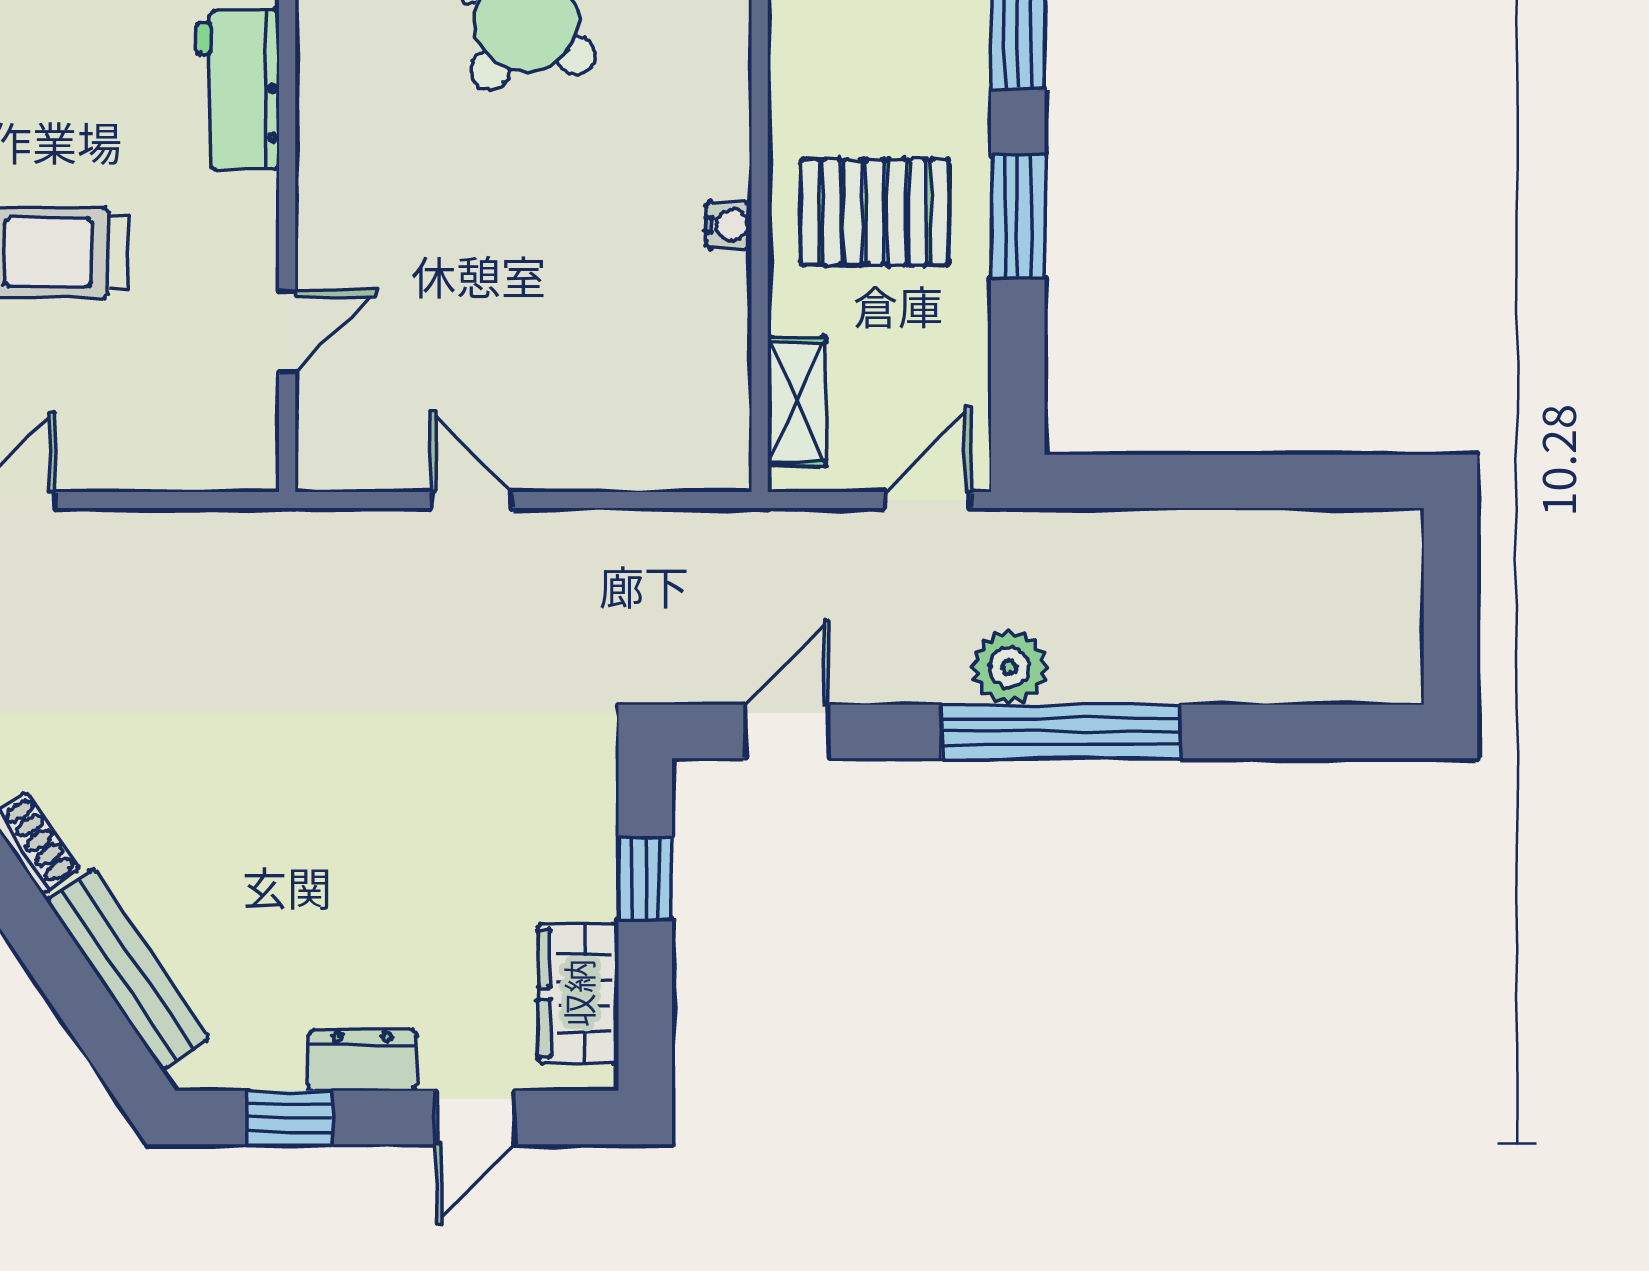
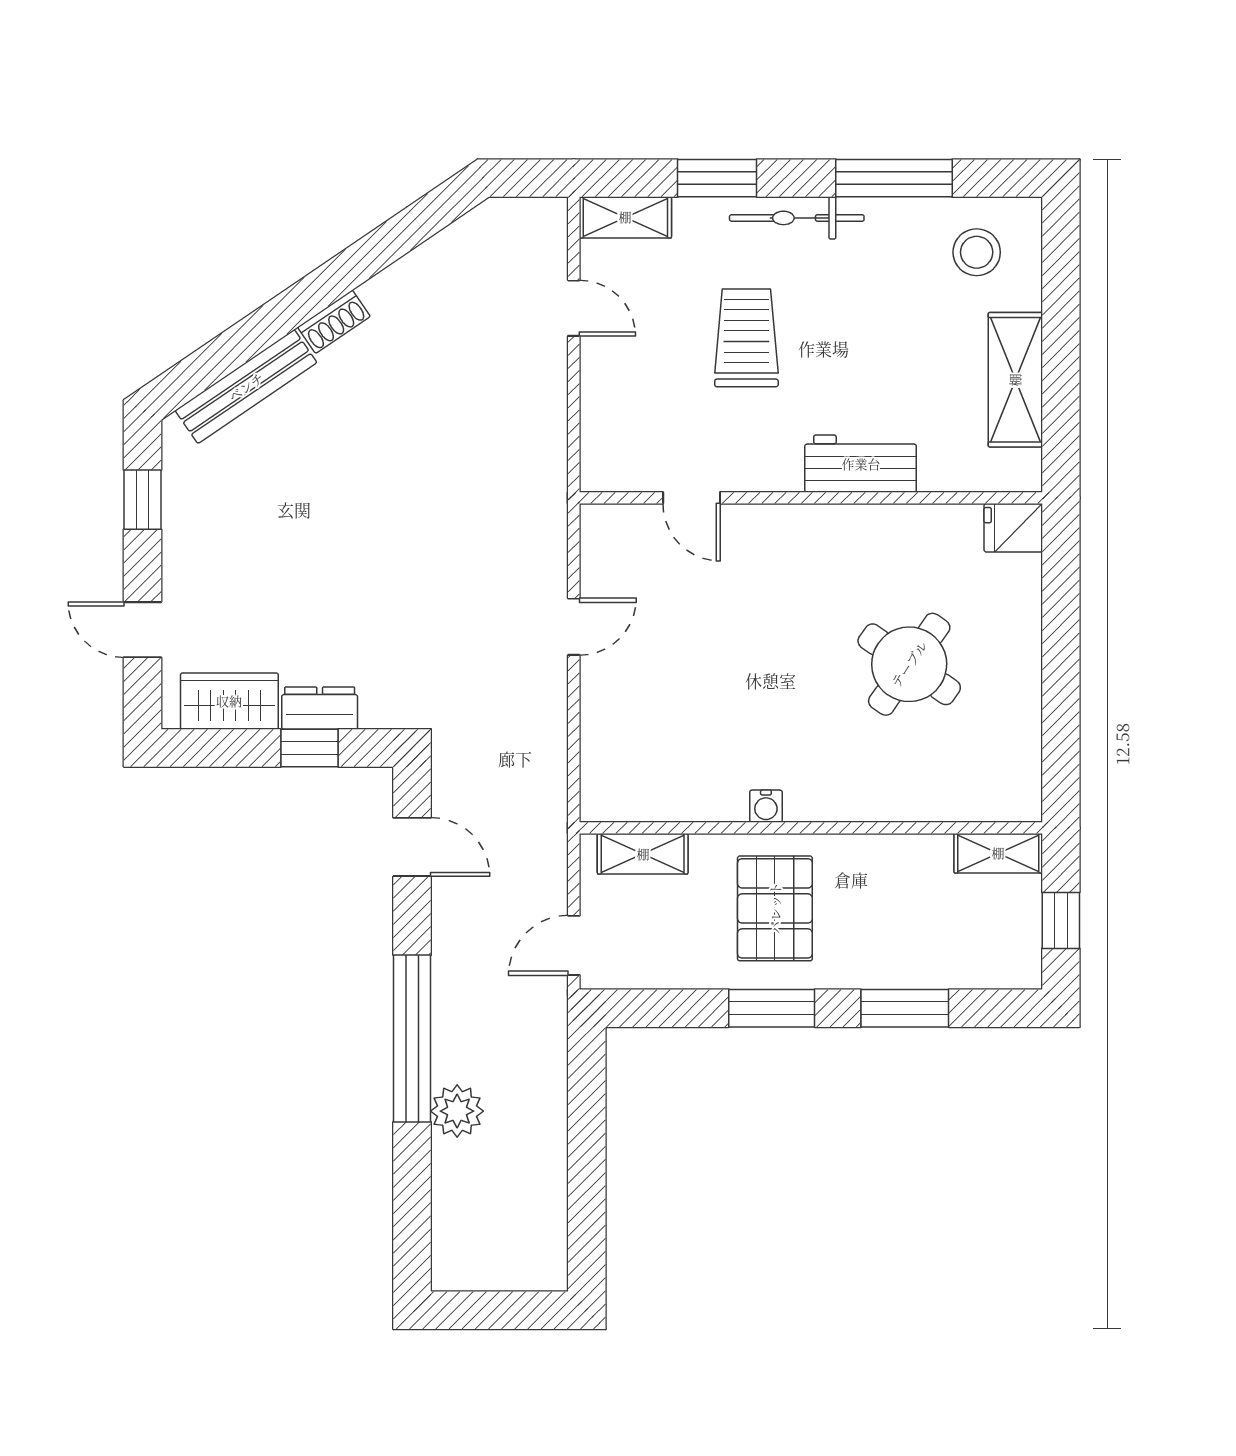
door: (928, 500) -> (574, 945), swing flipped
plant: (1010, 667) -> (457, 1111), moved
dresser: (362, 1061) -> (320, 708), moved, turned -90

